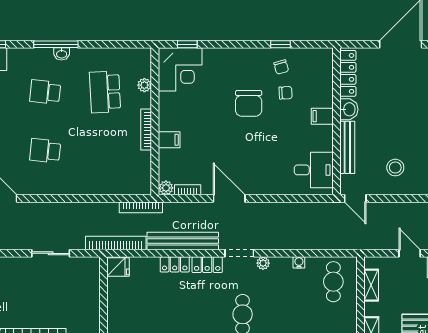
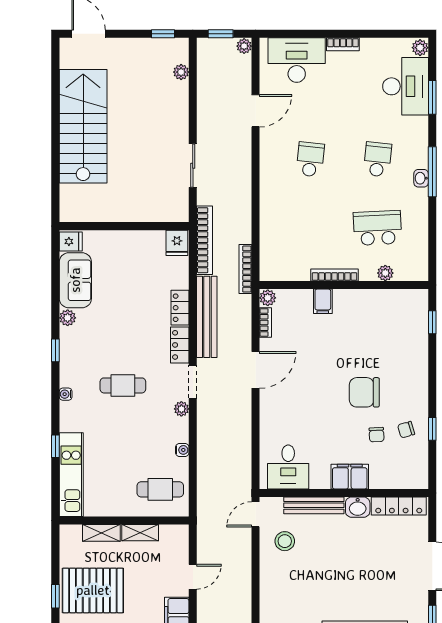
corner desk: (180, 69) -> (403, 314), removed
filing cabinet: (322, 116) -> (350, 477), width x2.00
stool: (395, 168) -> (285, 541), moved
shelving: (371, 285) -> (140, 533), moved

